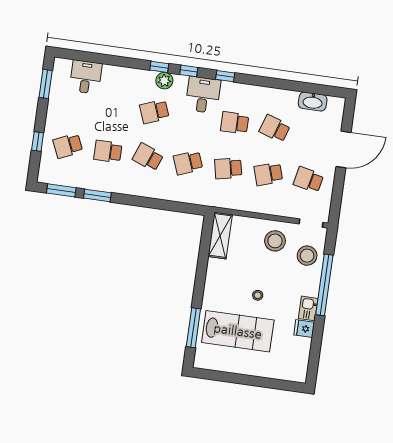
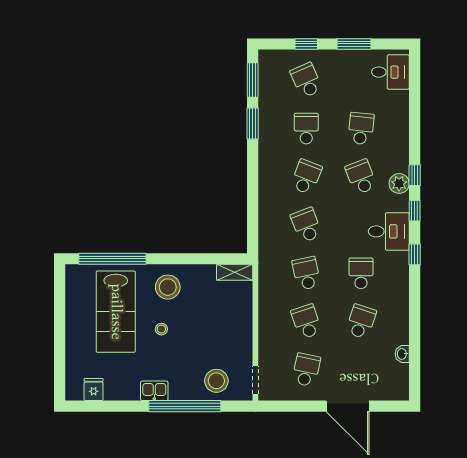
desk: (86, 77) -> (390, 72), moved
window: (46, 84) -> (354, 44), moved
washbasin: (313, 102) -> (402, 354), width x0.52, depth x0.69
school desk: (114, 106) -> (361, 129), added
shelving: (220, 236) -> (235, 272), width x0.67, depth x0.75
stool: (275, 241) -> (168, 287), moved
window: (193, 328) -> (112, 259), width x1.46
fridge: (304, 329) -> (94, 389), moved

